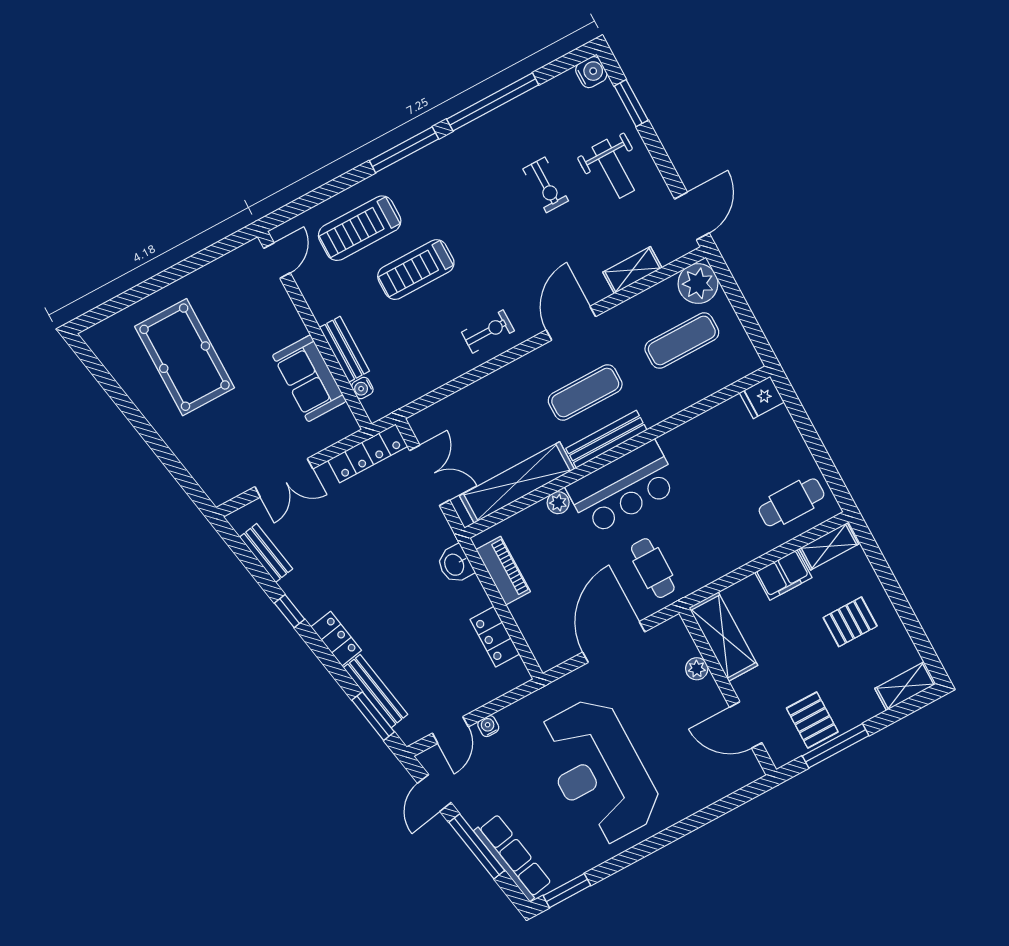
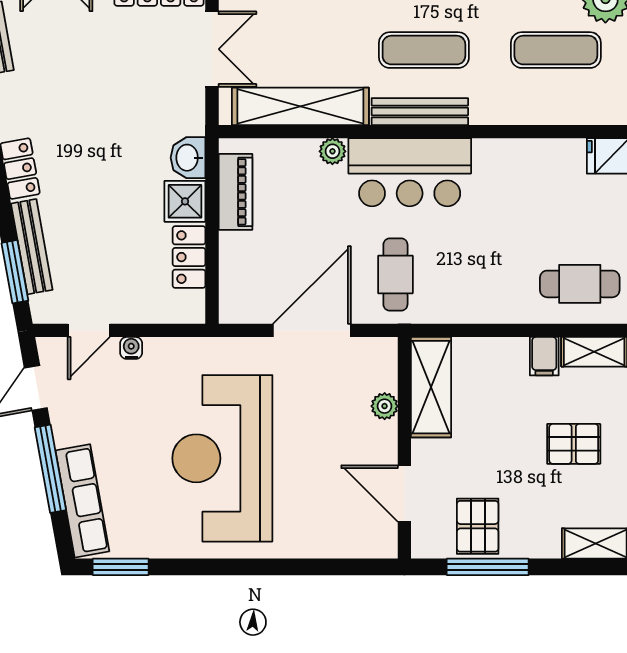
filing cabinet: (783, 575) -> (544, 356), width x0.50
shower: (470, 597) -> (185, 201), added

